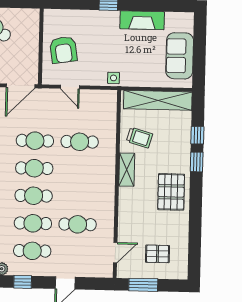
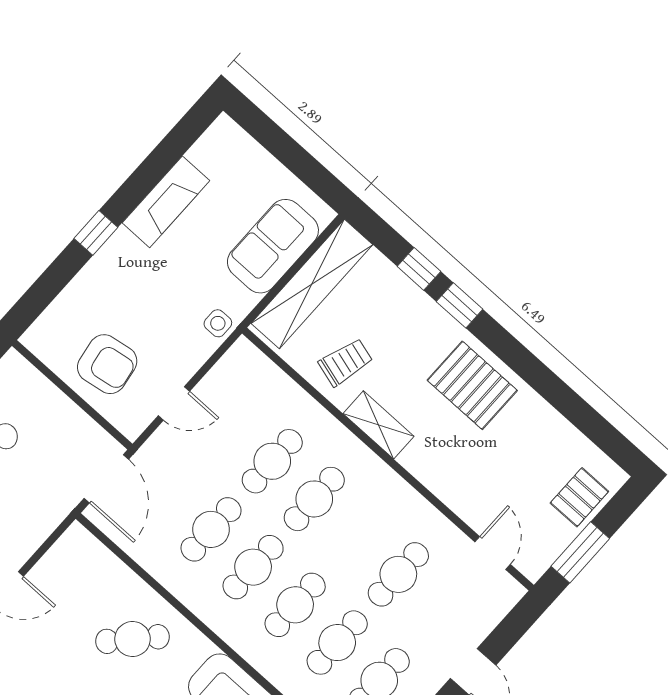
sofa: (180, 56) -> (273, 246), moved, turned 90
cafe table: (79, 169) -> (314, 499), added
pallet: (157, 254) -> (579, 497), moved

